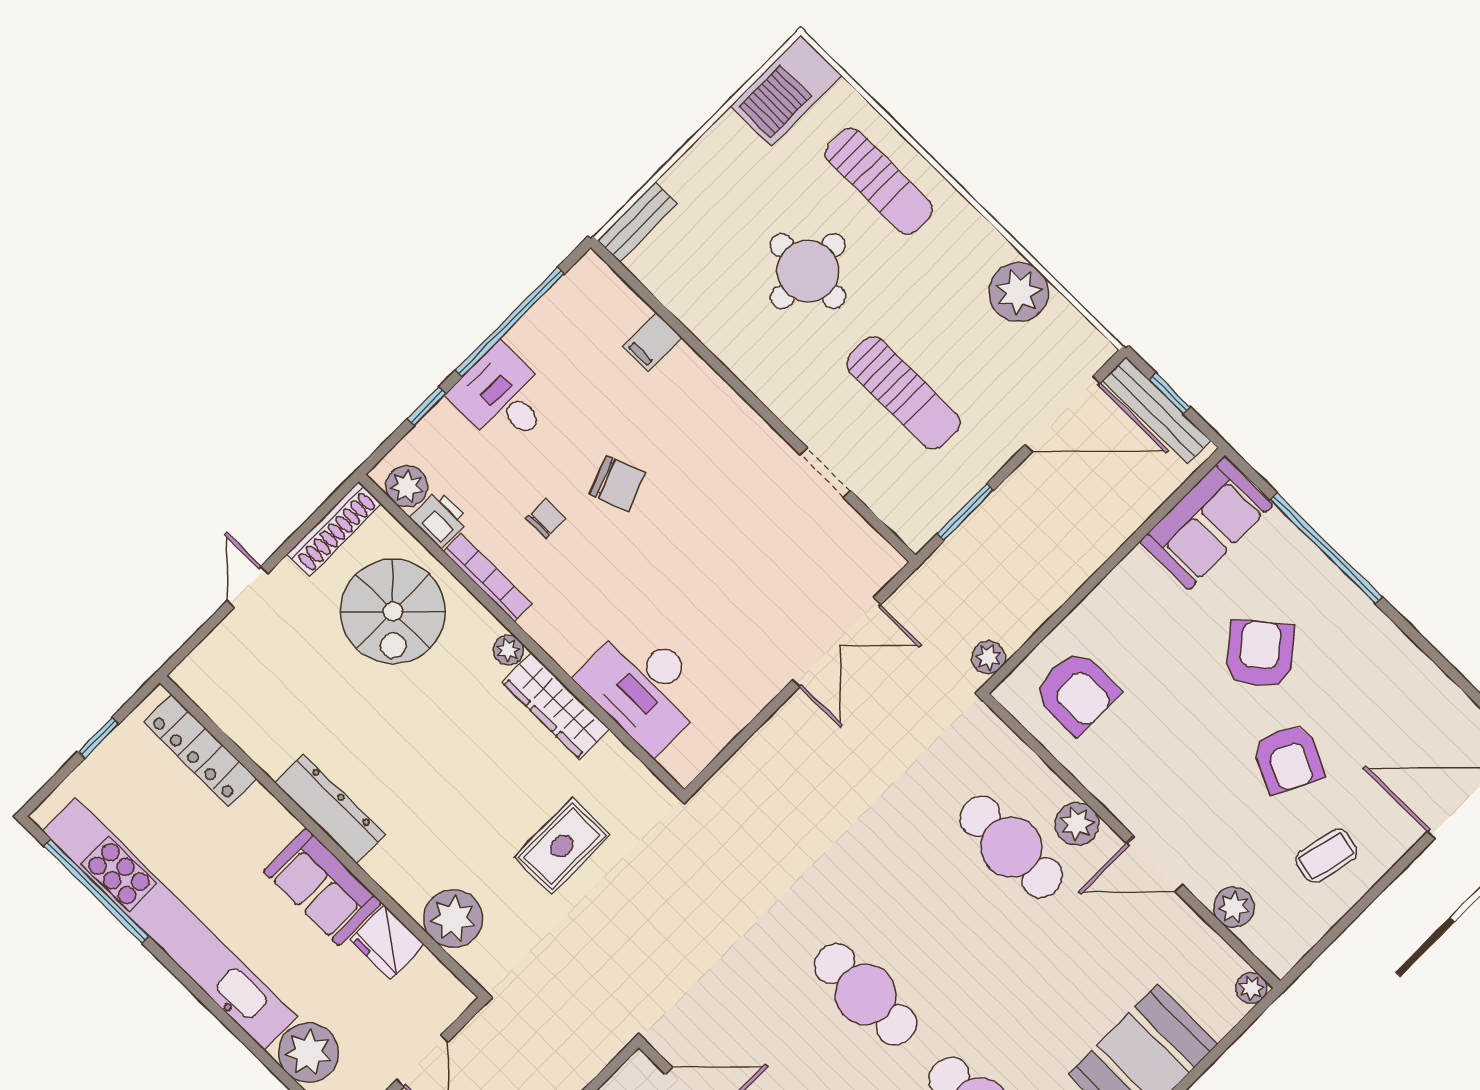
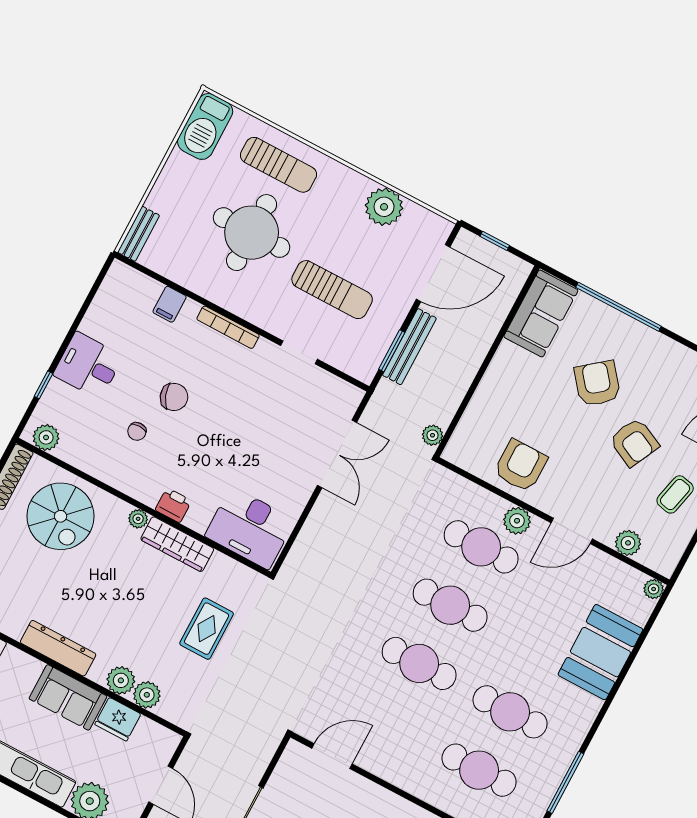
round table: (808, 271) -> (252, 233), width x1.36, depth x1.36
window: (510, 322) -> (79, 318), removed
bench: (1157, 410) -> (409, 347), moved, turned 90
chair: (546, 518) -> (137, 431), turned 180
printer: (439, 519) -> (173, 505), moved
bookcase: (488, 578) -> (228, 327), moved, turned 180
desk: (644, 687) -> (250, 528), moved
armchair: (1077, 692) -> (520, 466), moved, turned -90
plant: (410, 885) -> (121, 680), added
plant: (453, 919) -> (147, 695), width x0.73, depth x0.73
cafe table: (938, 921) -> (450, 605), added

